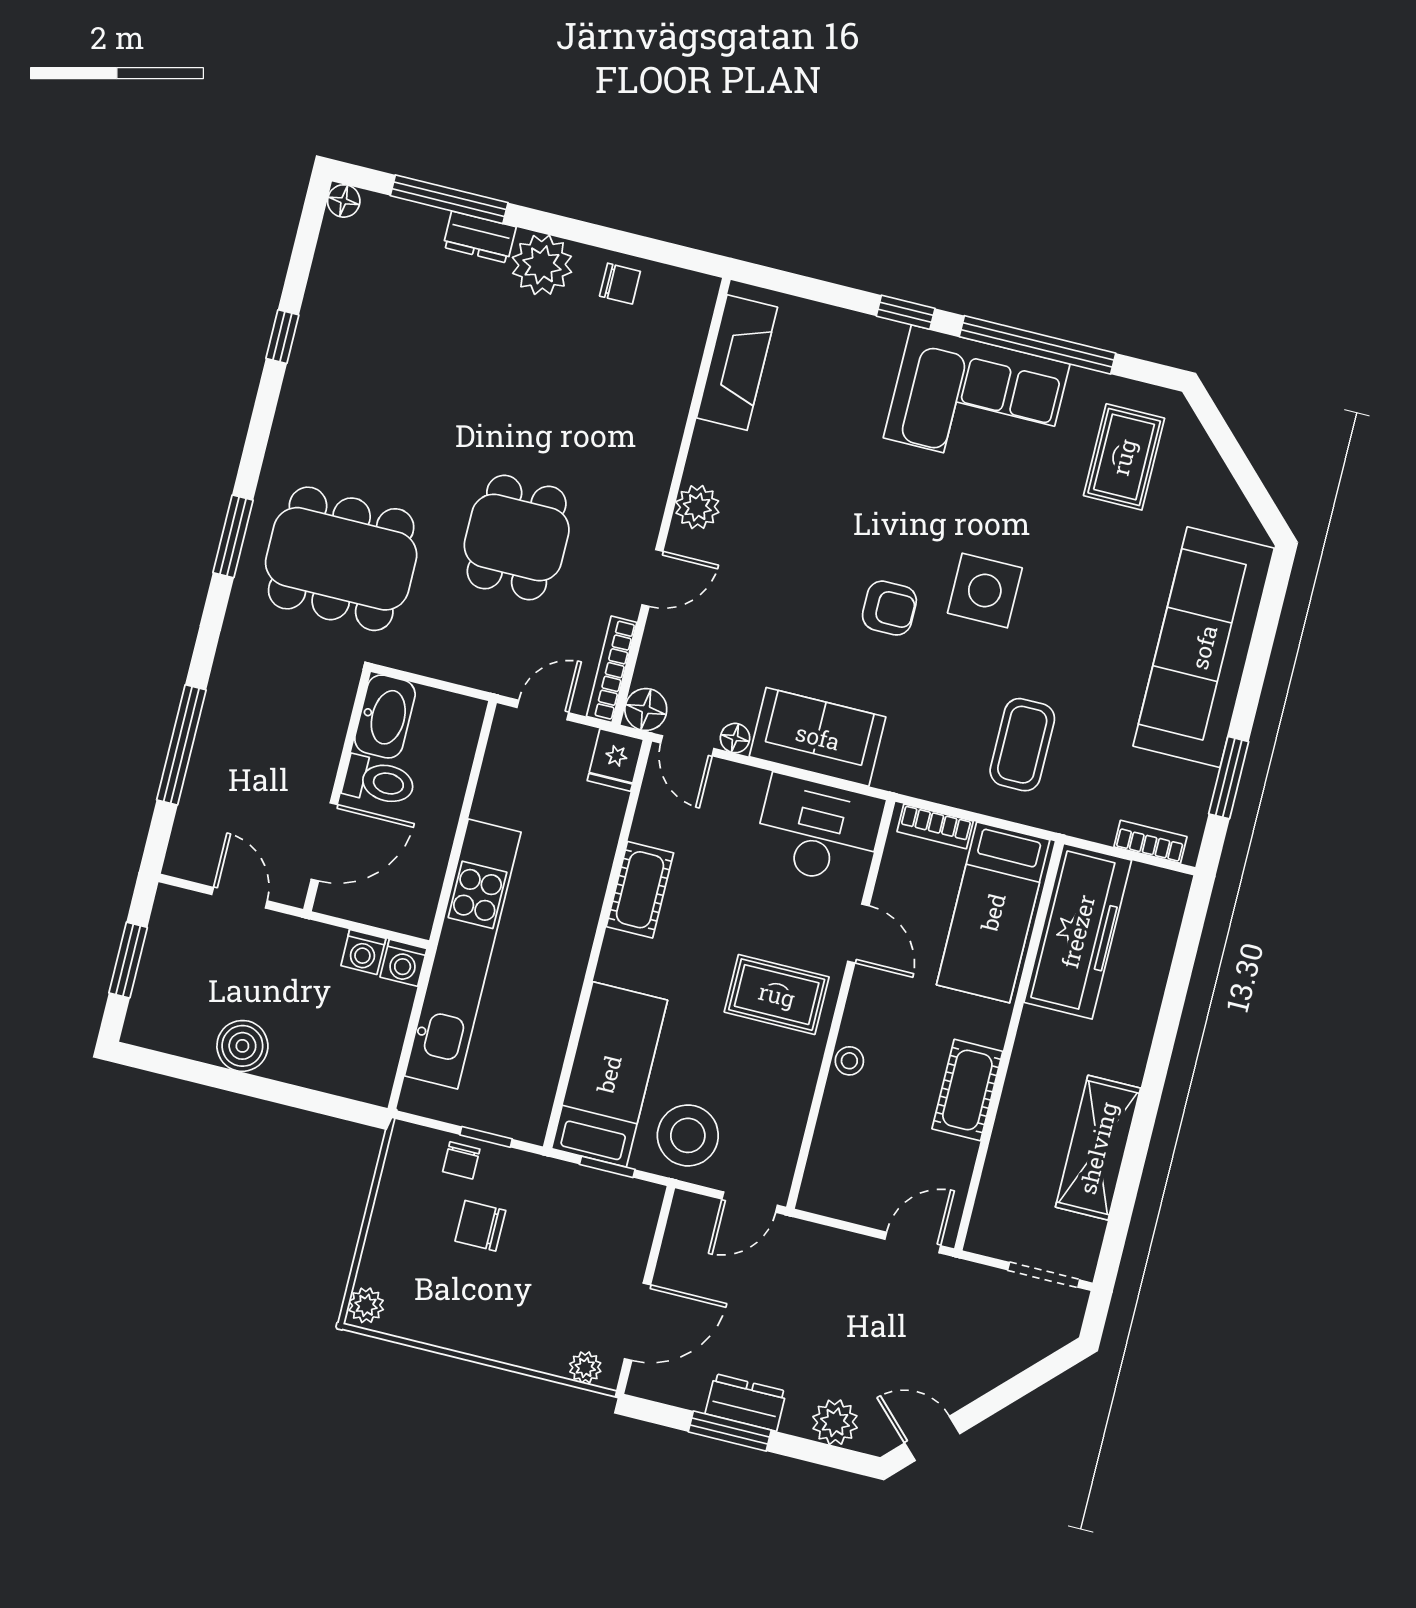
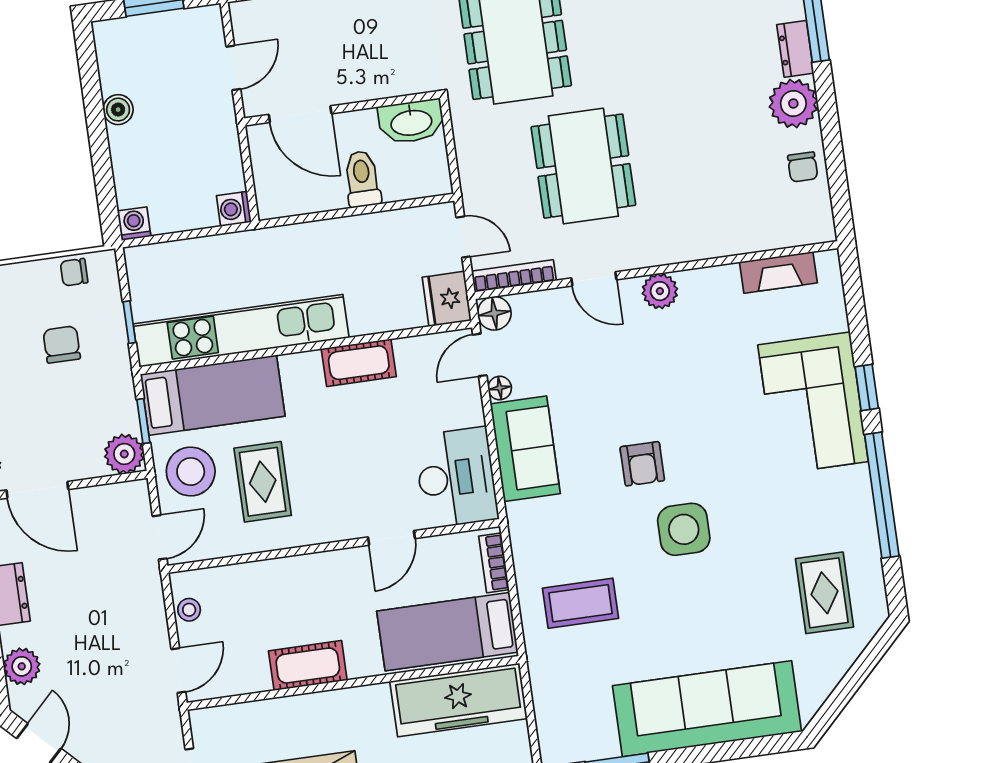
fireplace: (737, 363) -> (778, 272), width x0.73, depth x0.76
corner sofa: (977, 401) -> (813, 403), moved
rug: (1124, 457) -> (824, 593), turned 90
dining table: (517, 538) -> (583, 166), width x1.38
fridge: (615, 760) -> (447, 299), width x1.38
toilet: (379, 781) -> (362, 179), moved, turned 180
bookcase: (1150, 842) -> (547, 727), removed
washing machine: (363, 952) -> (134, 224), moved, turned 90
kitchen unit: (463, 954) -> (241, 331), moved, turned 180
rug: (777, 995) -> (263, 482), moved
boiler: (242, 1046) -> (118, 110), width x0.73, depth x0.73
stool: (849, 1061) -> (189, 610), moved
chair: (461, 1160) -> (74, 272), moved
door: (750, 1202) -> (160, 537), swing flipped
plant: (637, 1204) -> (124, 454), added
door: (913, 1242) -> (178, 670), hinge flipped

